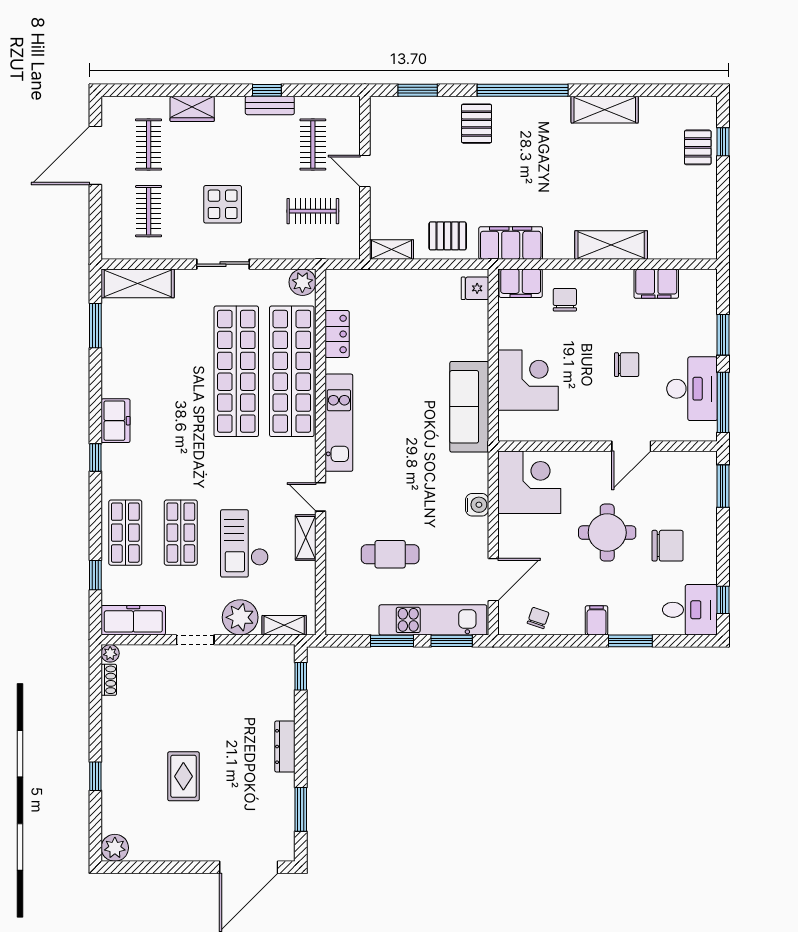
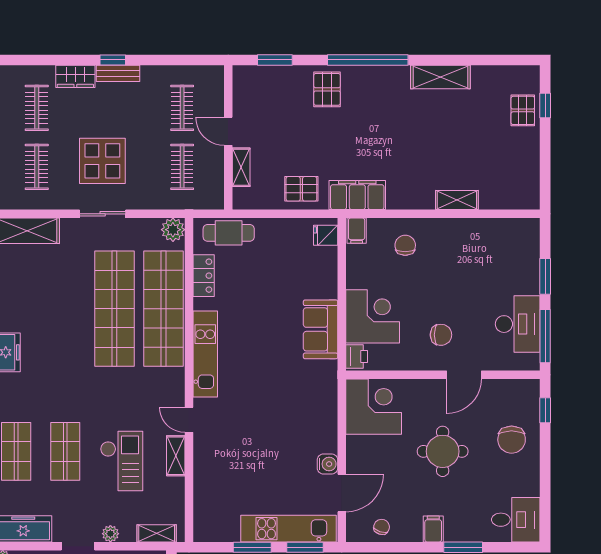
window: (267, 90) -> (113, 60), moved
bench: (270, 105) -> (118, 73), moved
display table: (223, 204) -> (102, 161), width x1.36, depth x1.36
clothes rail: (313, 211) -> (182, 167), turned 90
shelving: (611, 245) -> (457, 200), width x0.67, depth x0.75
shelving: (391, 250) -> (241, 167), moved, turned 90
filing cabinet: (521, 283) -> (357, 231), width x0.50
filing cabinet: (656, 284) -> (486, 231), removed
chair: (627, 365) -> (441, 335), moved
sofa: (469, 407) -> (321, 329), width x0.73
printer: (510, 425) -> (357, 357), added
window: (723, 486) -> (545, 410), width x0.67
water cooler: (477, 505) -> (327, 464), moved
checkout: (244, 543) -> (122, 461), turned 180
chair: (668, 546) -> (512, 440), moved, turned 90
cafe table: (390, 554) -> (229, 233), moved
window: (723, 600) -> (545, 511), removed
plant: (240, 617) -> (110, 534), width x0.53, depth x0.53

